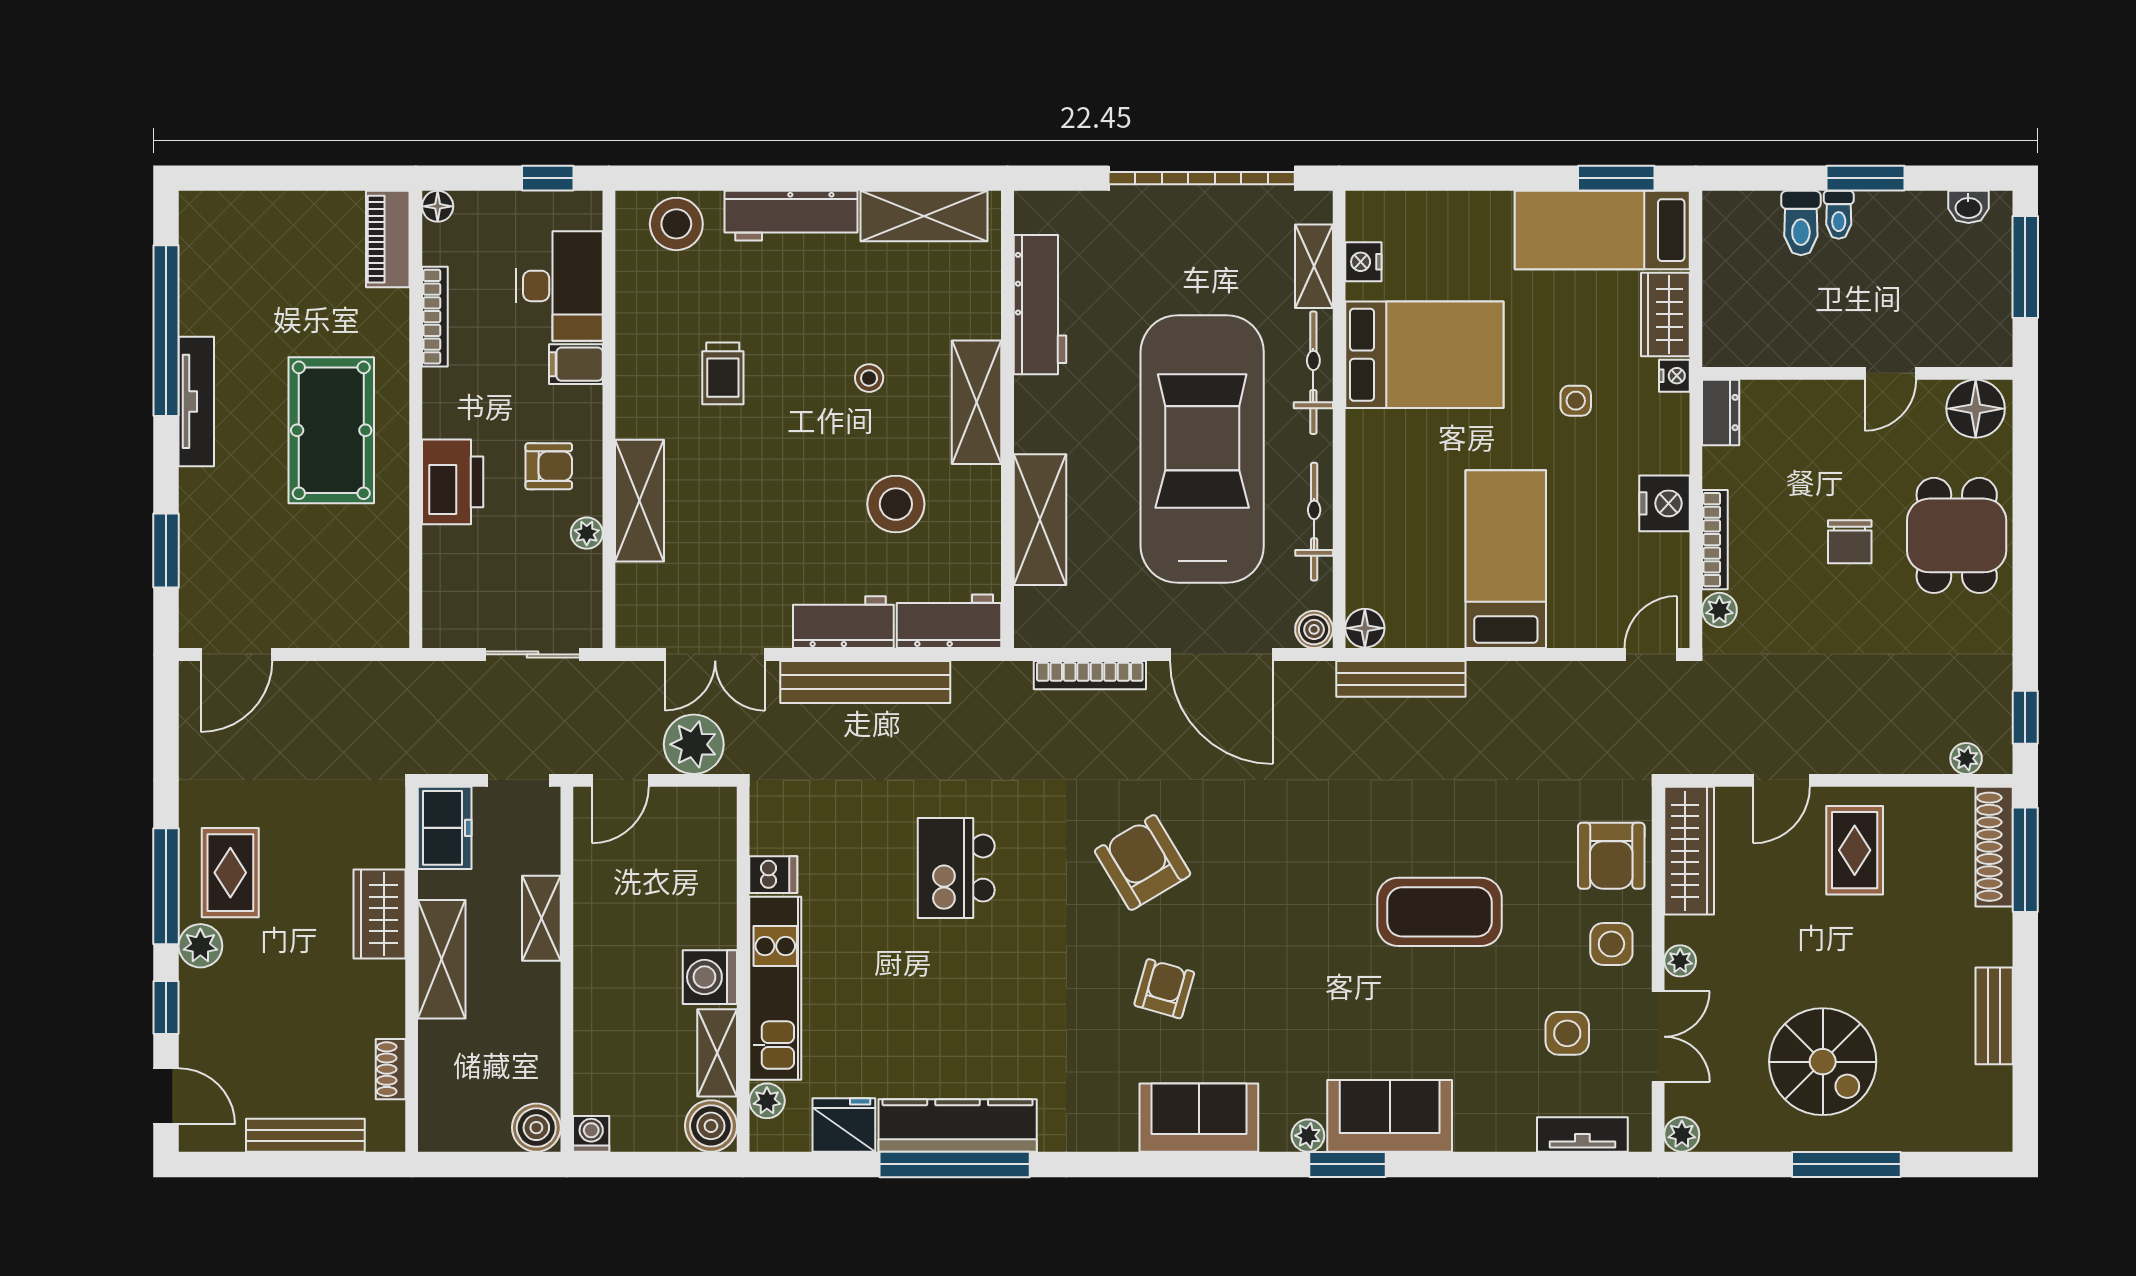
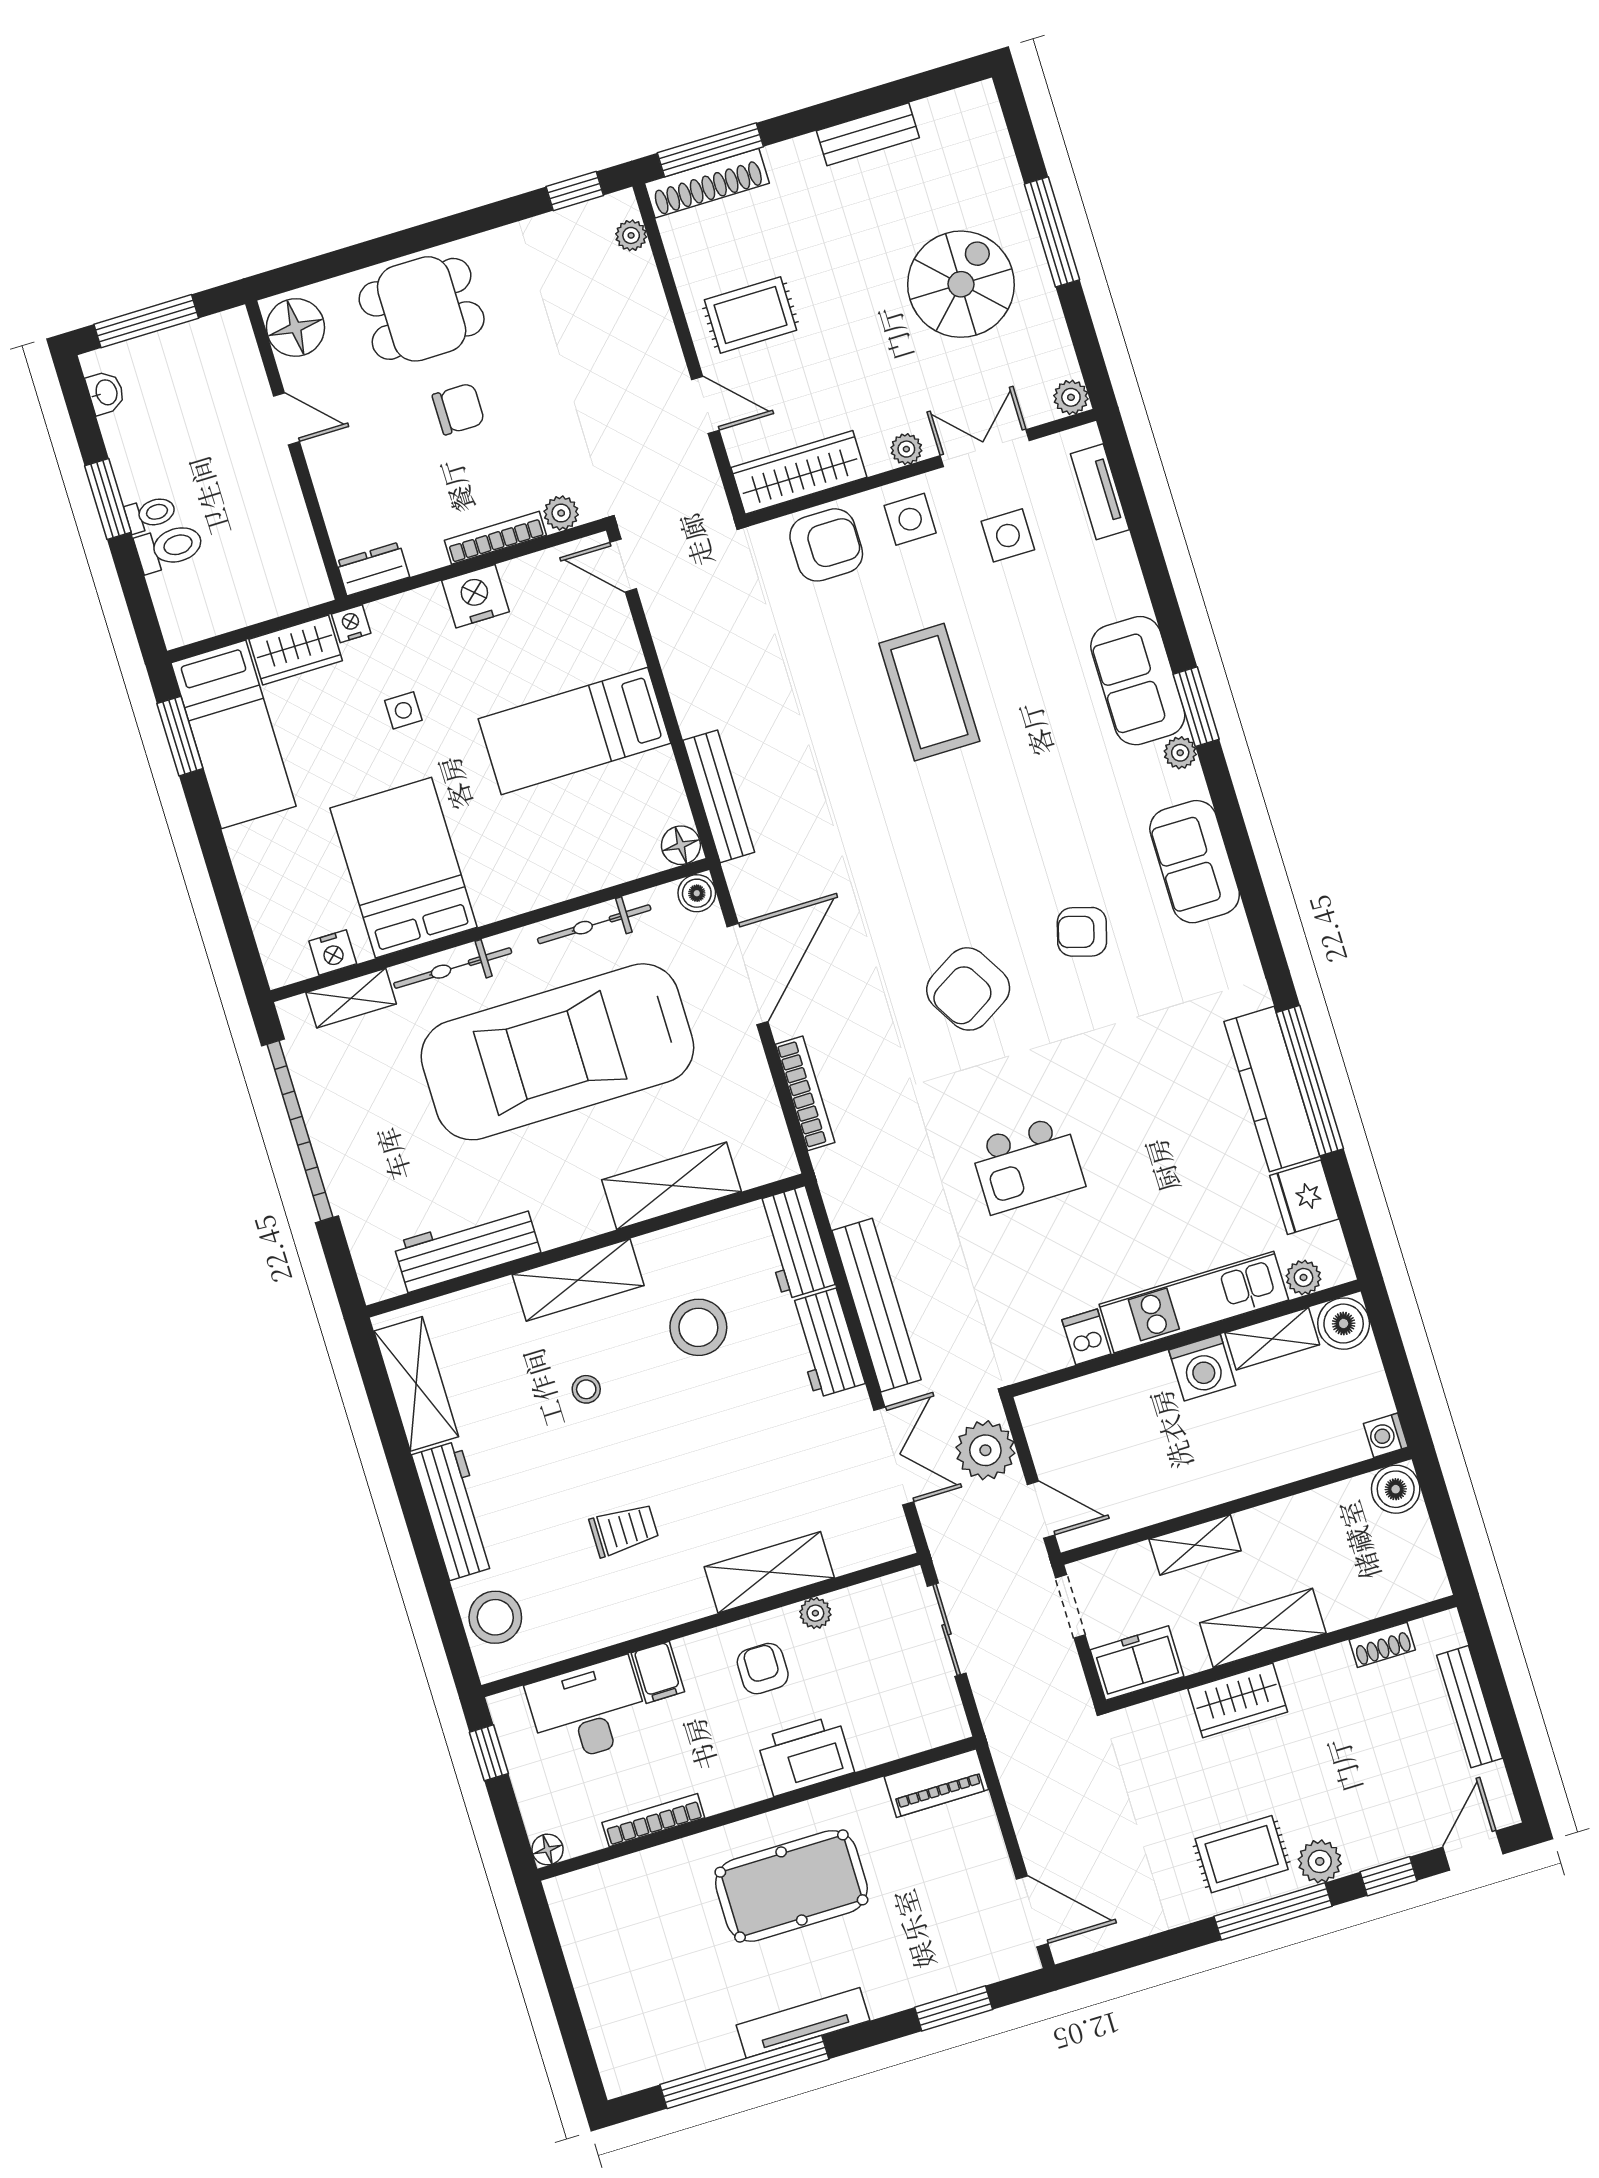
piano: (388, 239) -> (936, 1783), moved

